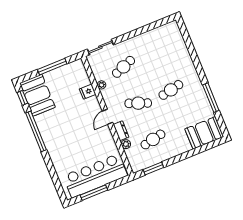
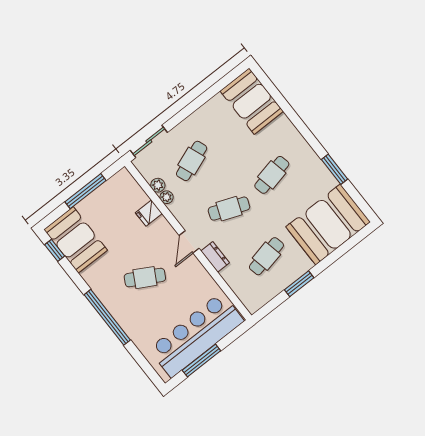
booth: (172, 41) -> (252, 101), added
window: (211, 98) -> (334, 169), width x0.69
window: (36, 131) -> (107, 317), moved
cafe table: (74, 131) -> (145, 278), added
booth: (204, 133) -> (328, 224), width x1.36, depth x1.42
plant: (126, 144) -> (158, 185), moved
window: (153, 168) -> (299, 284), moved

